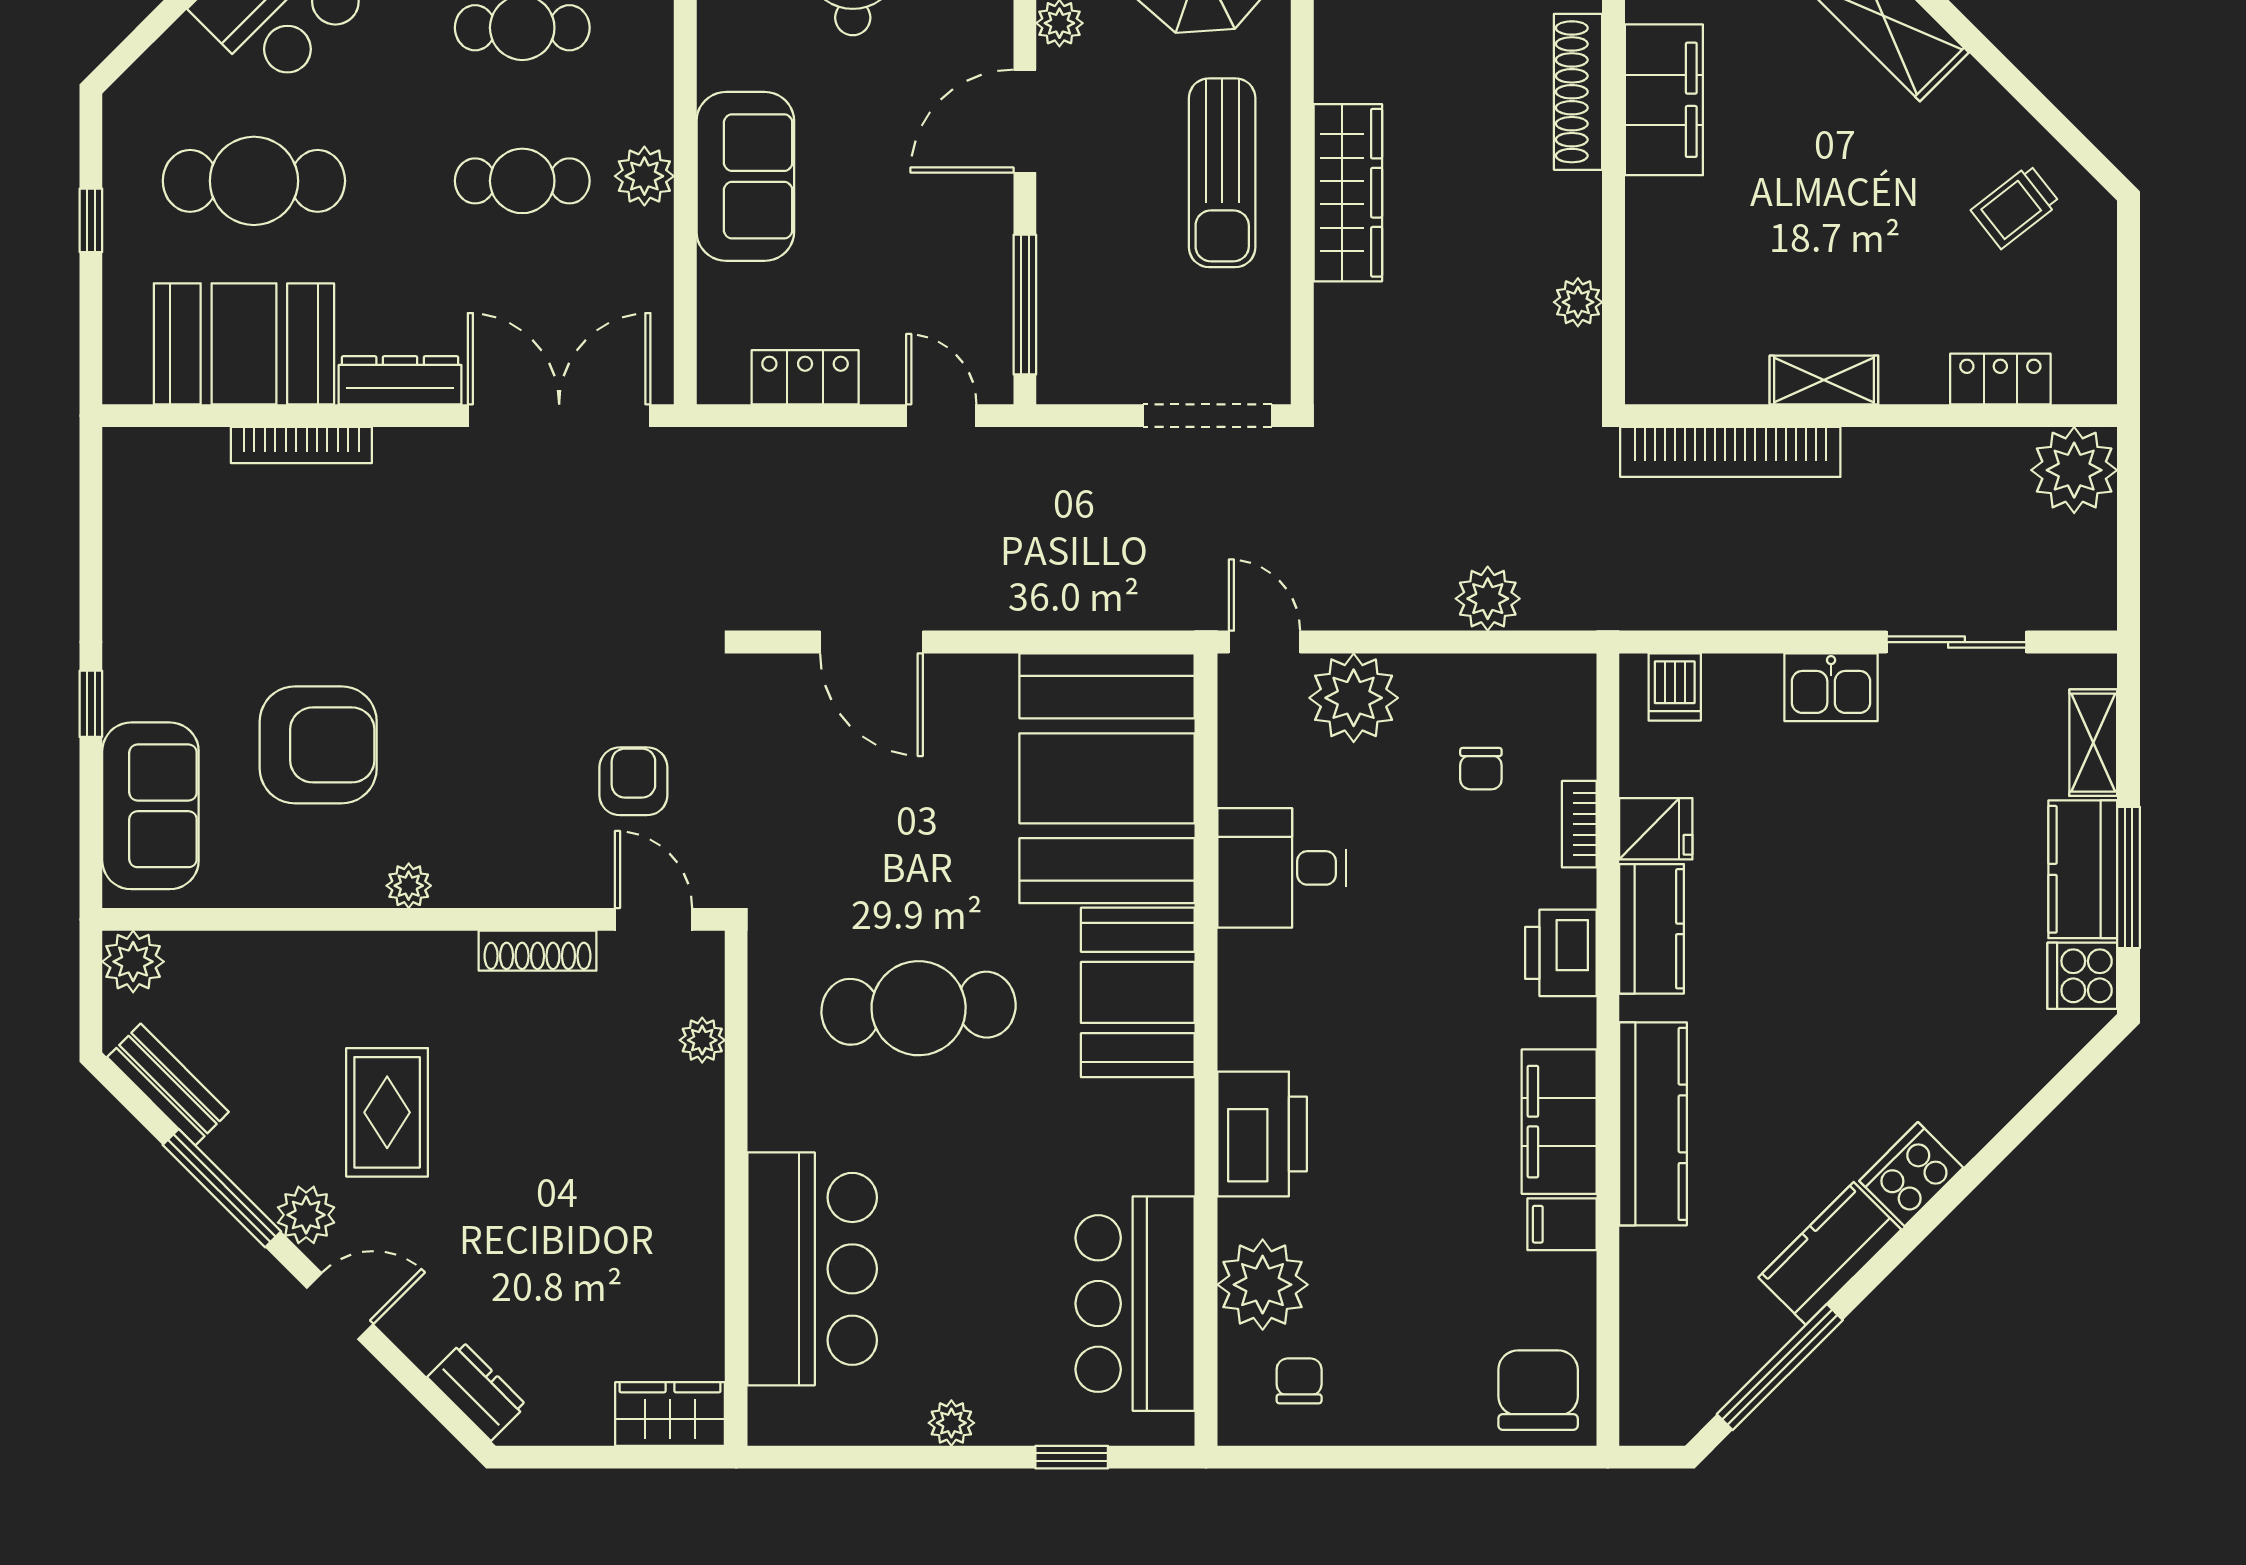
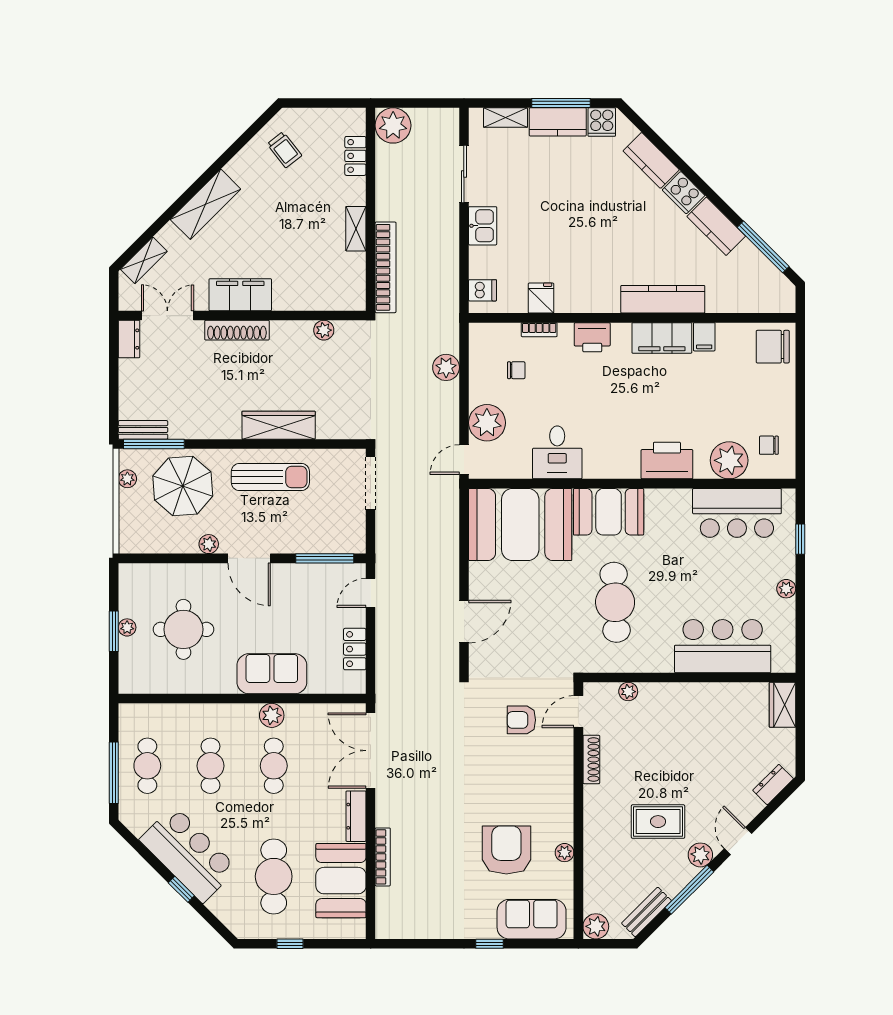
plant: (409, 886) -> (565, 853), moved
kitchen counter: (1652, 929) -> (651, 160), moved, turned -135

